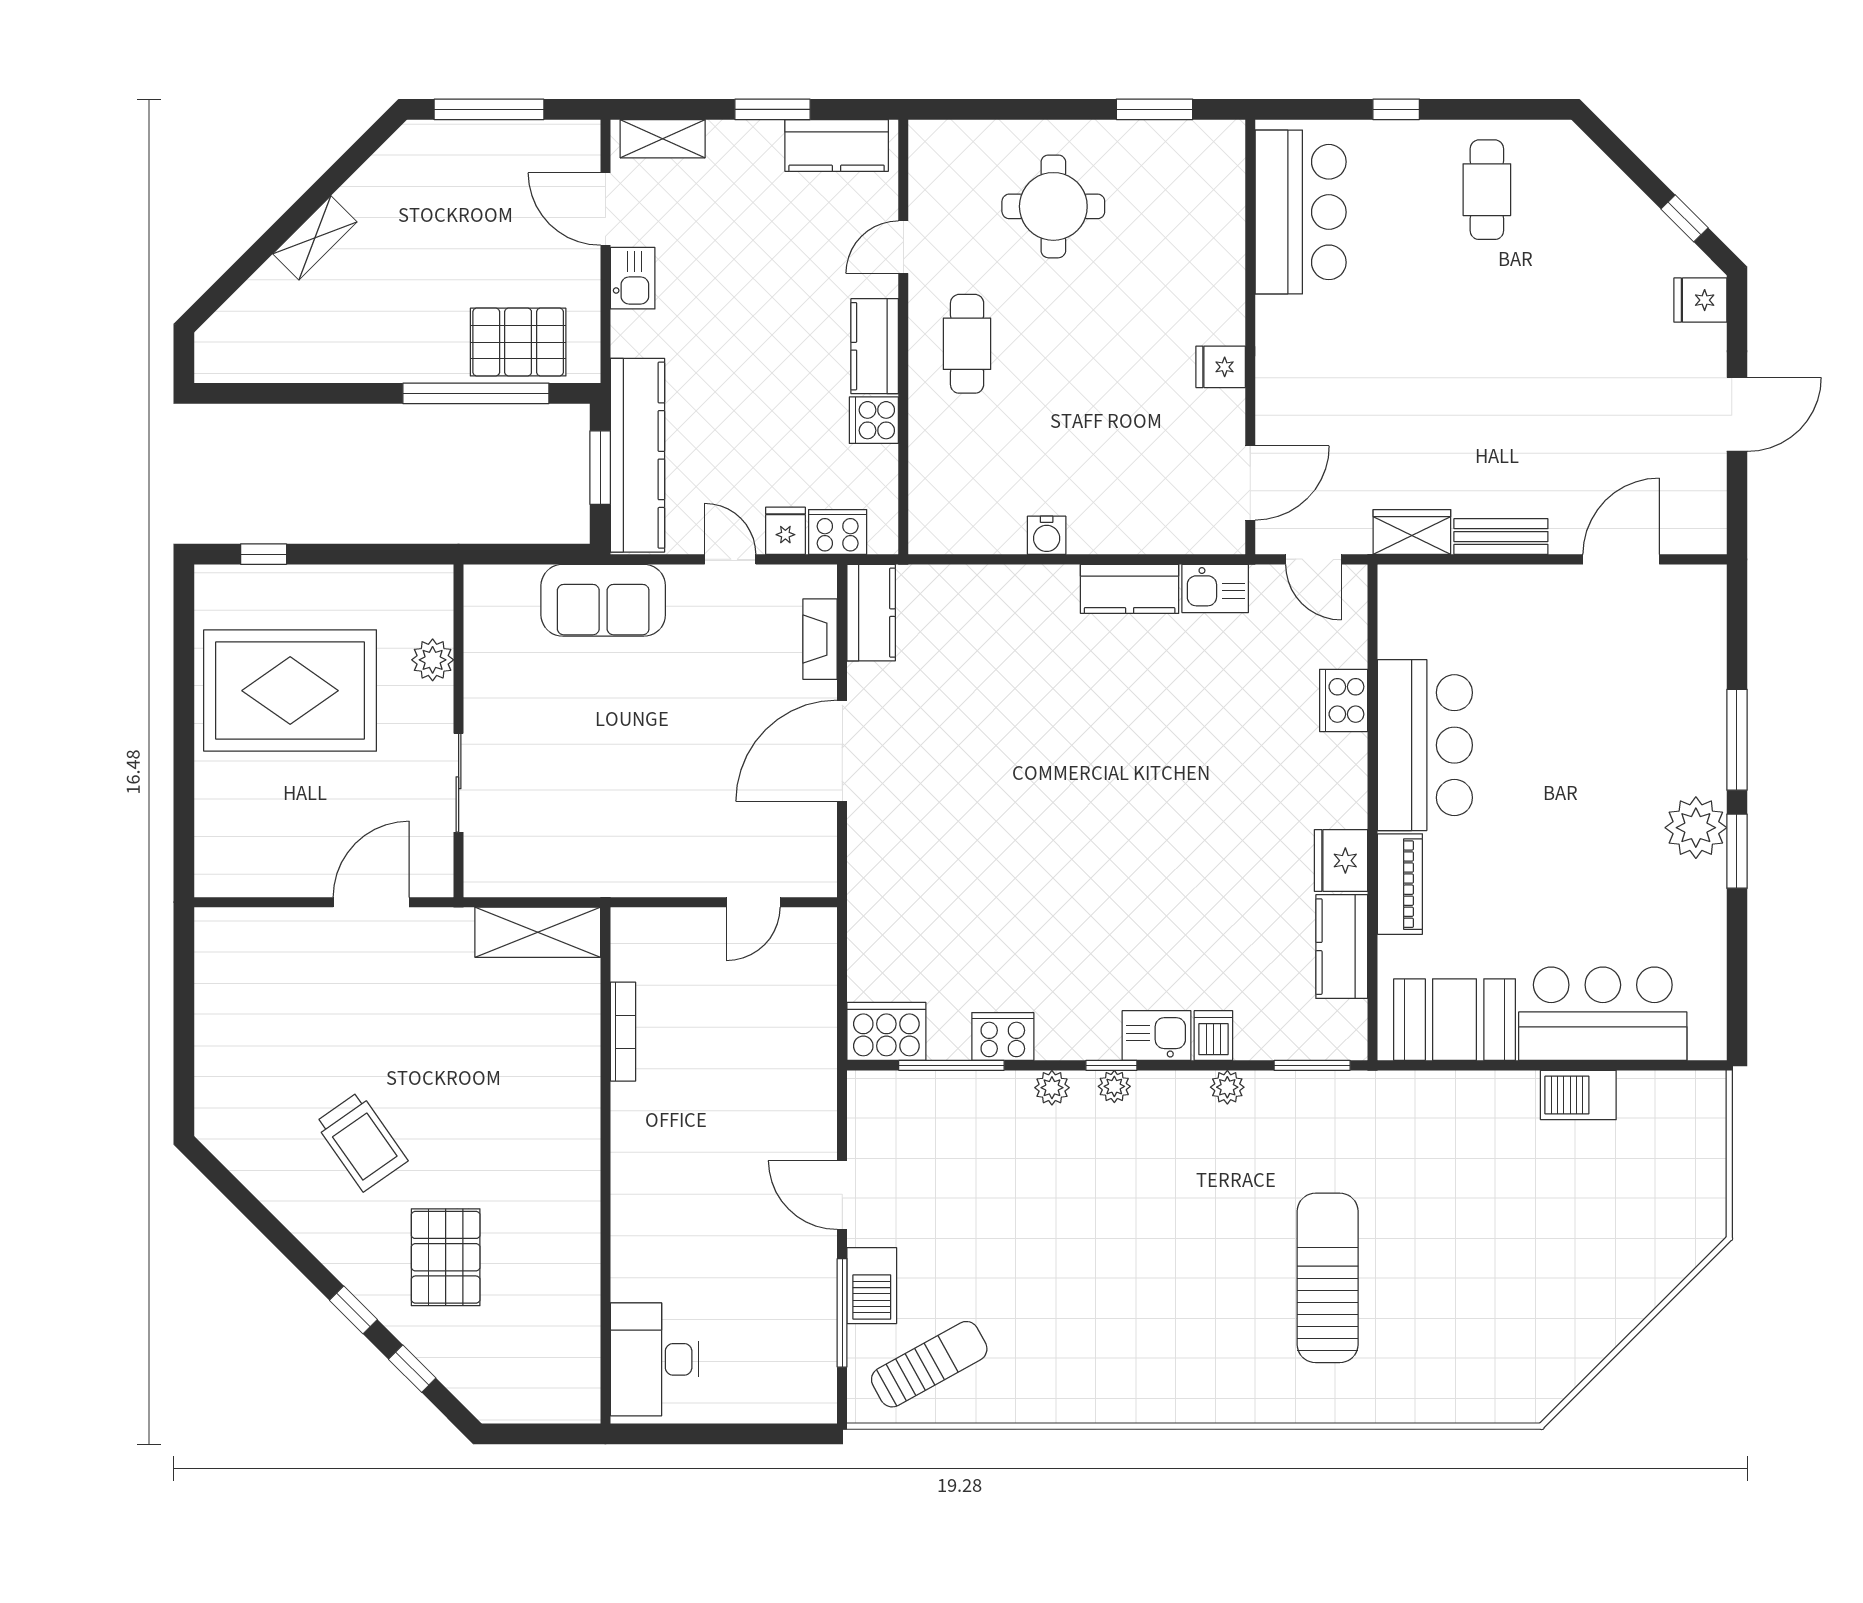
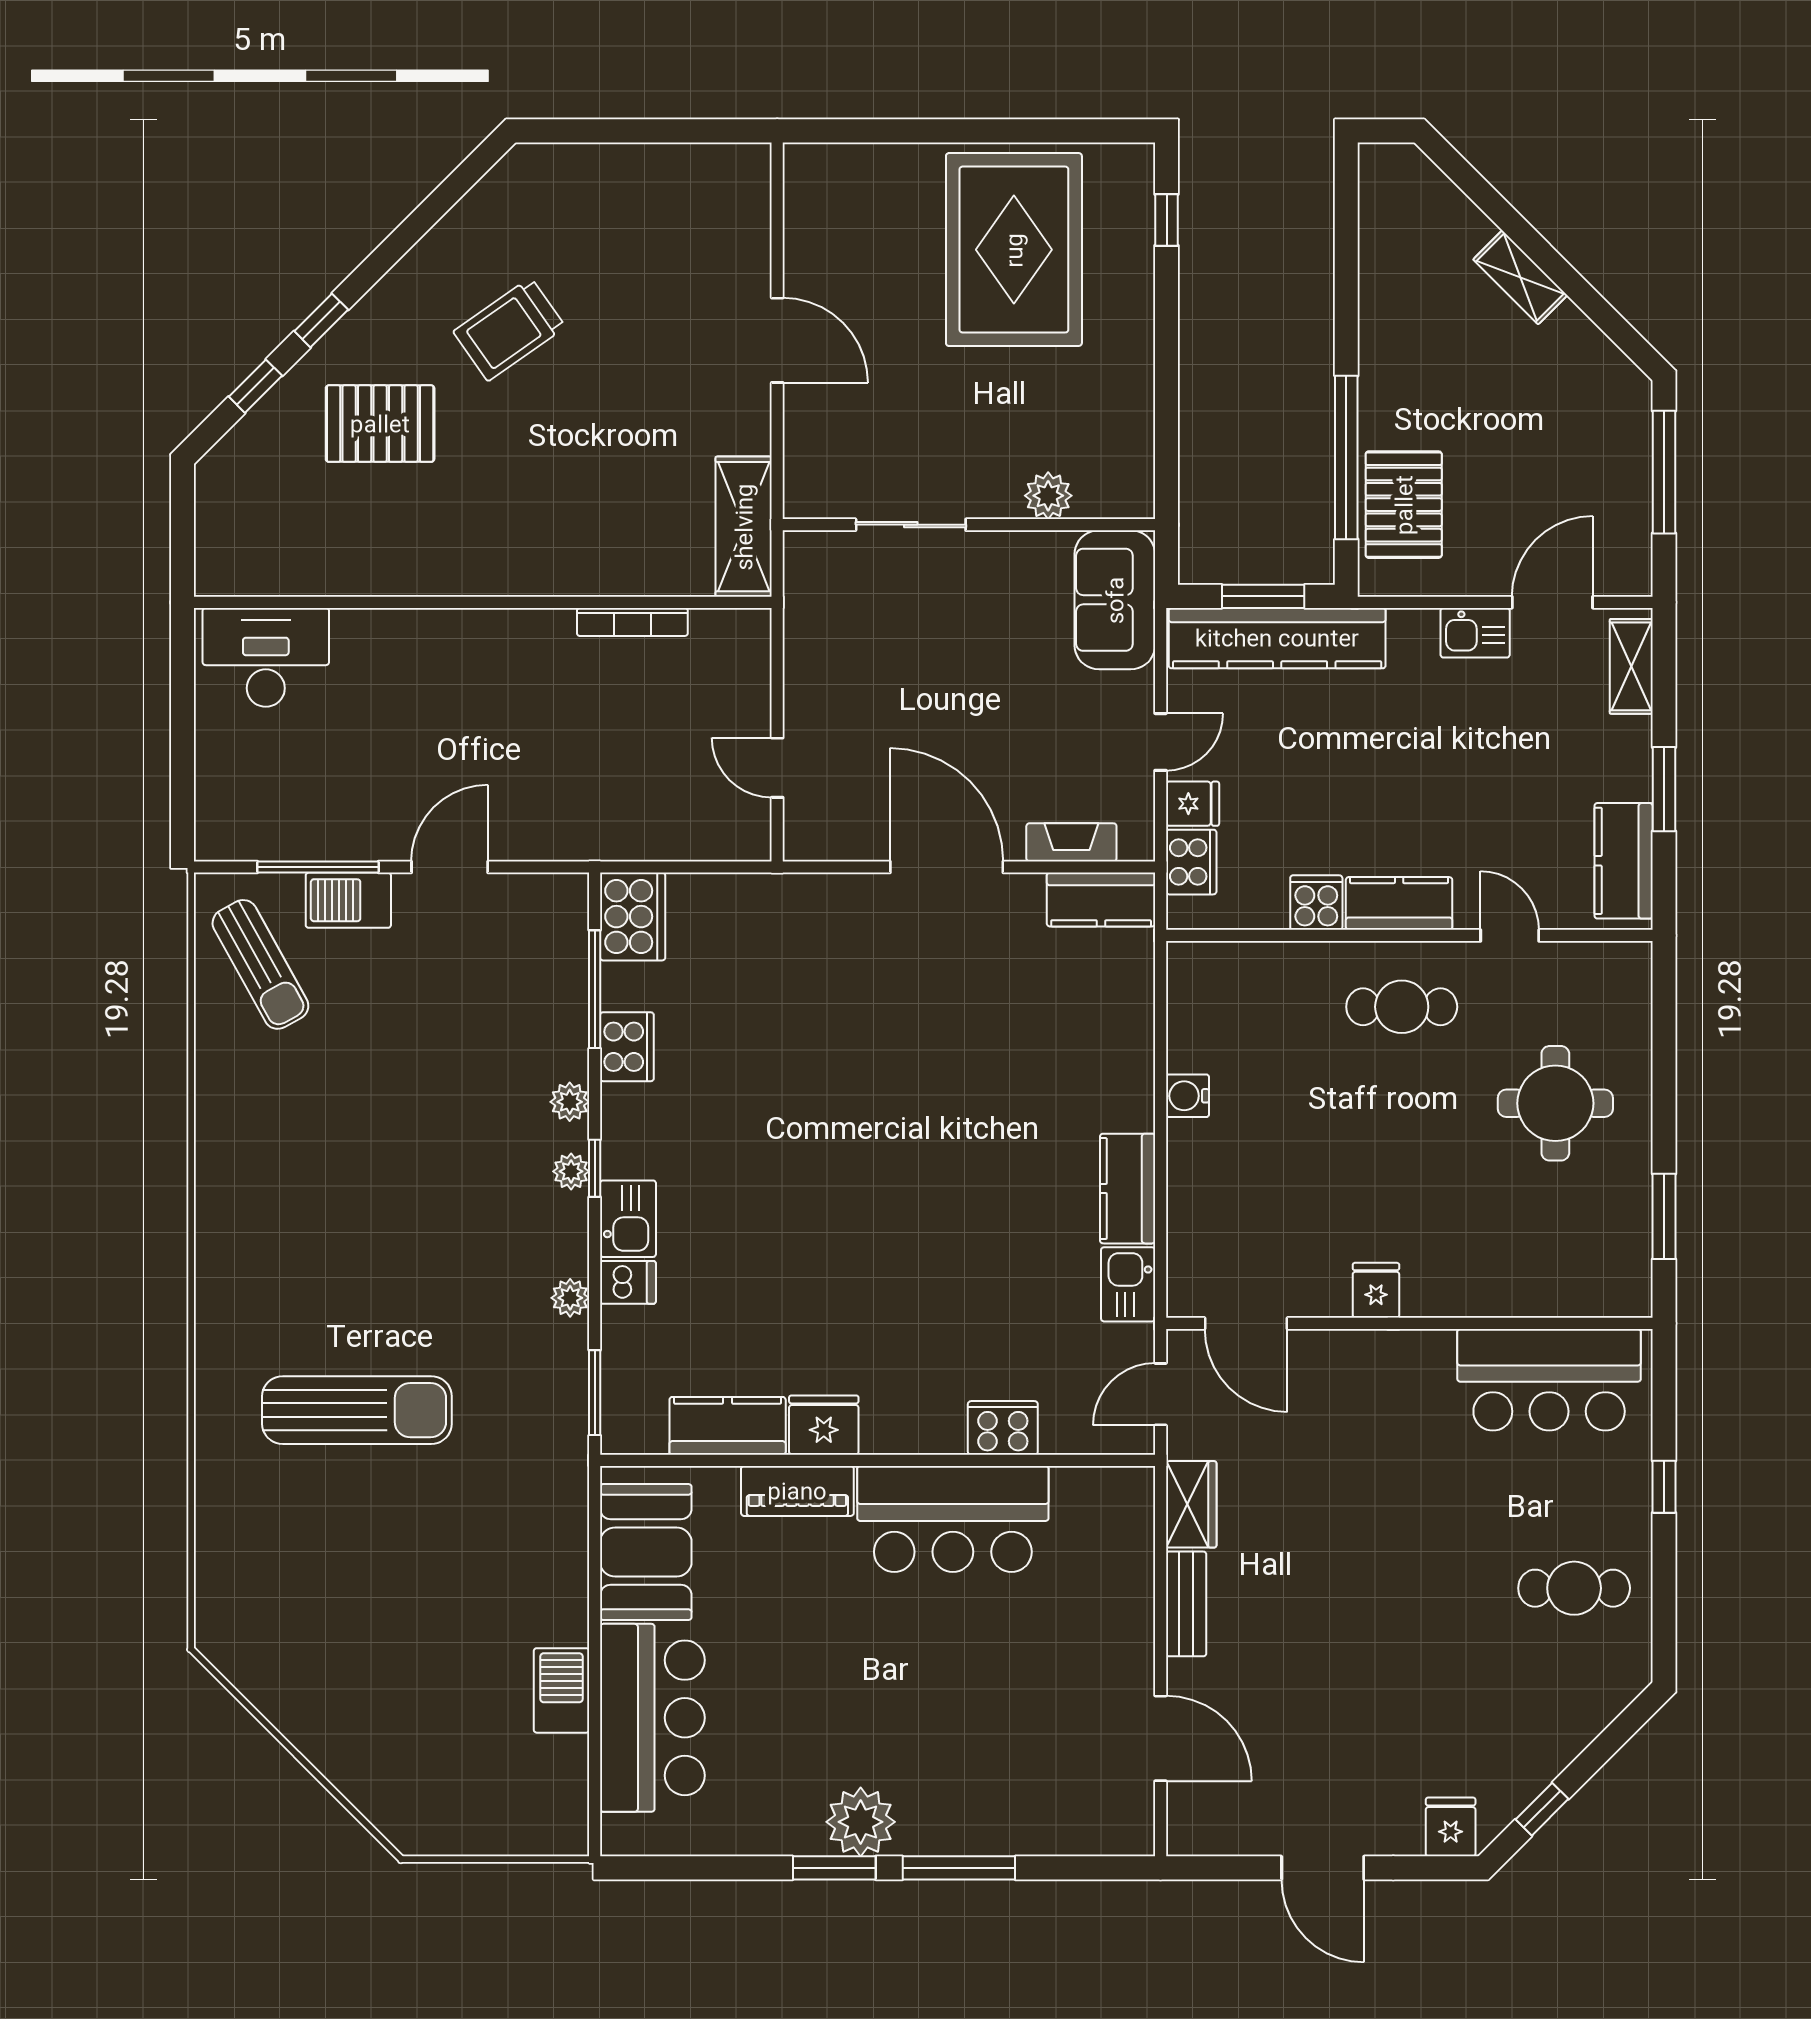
plant: (433, 660) -> (1048, 496), moved
wall: (459, 731) -> (969, 525), moved
sliding door: (459, 783) -> (911, 525), moved

